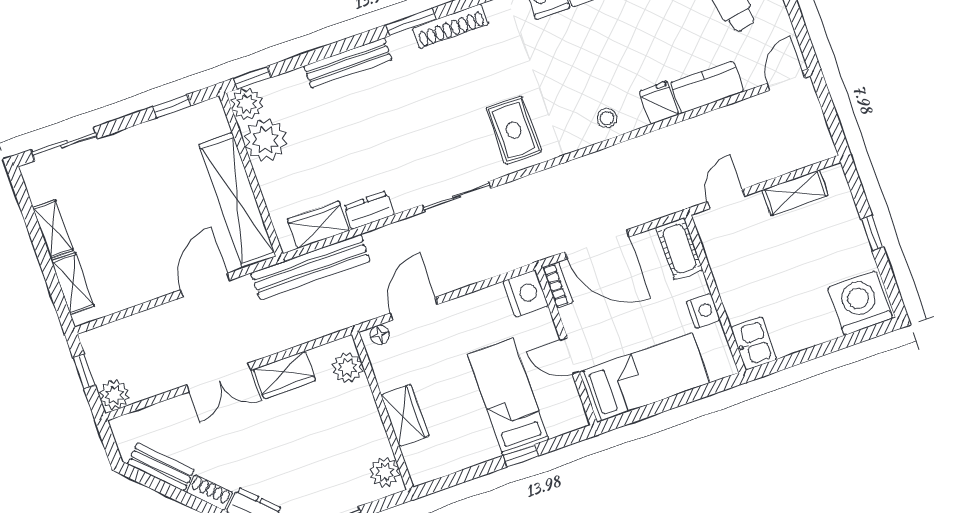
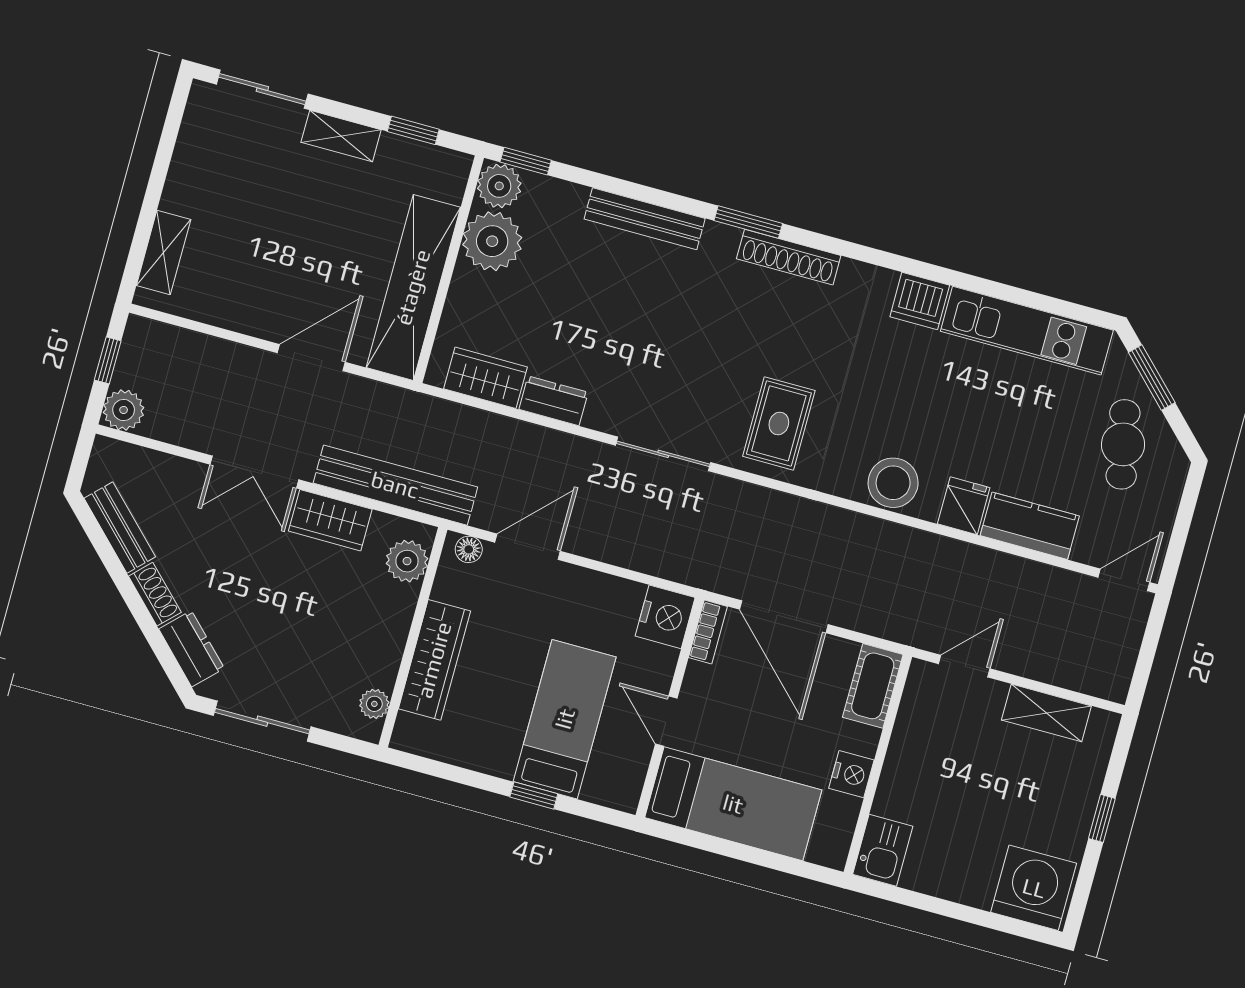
stool: (607, 118) -> (893, 483), width x1.89, depth x1.89
shelving: (53, 229) -> (341, 136), moved, turned 90
bench: (310, 267) -> (395, 485), moved
wardrobe: (405, 416) -> (434, 660), width x1.50
plant: (385, 472) -> (374, 704), width x0.73, depth x0.73

